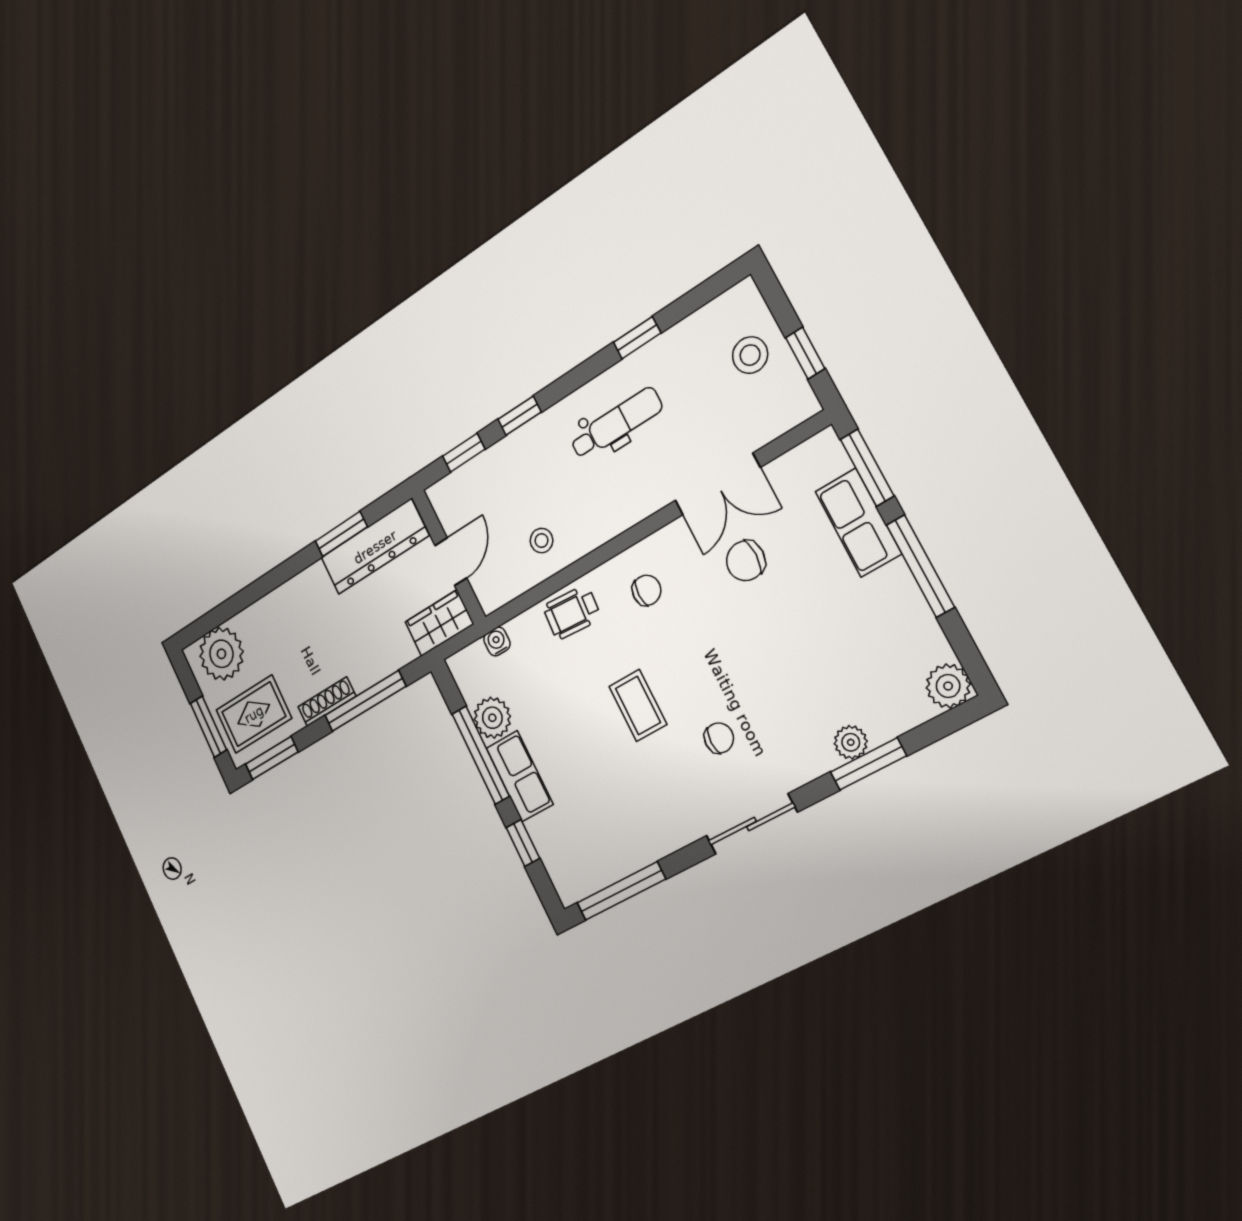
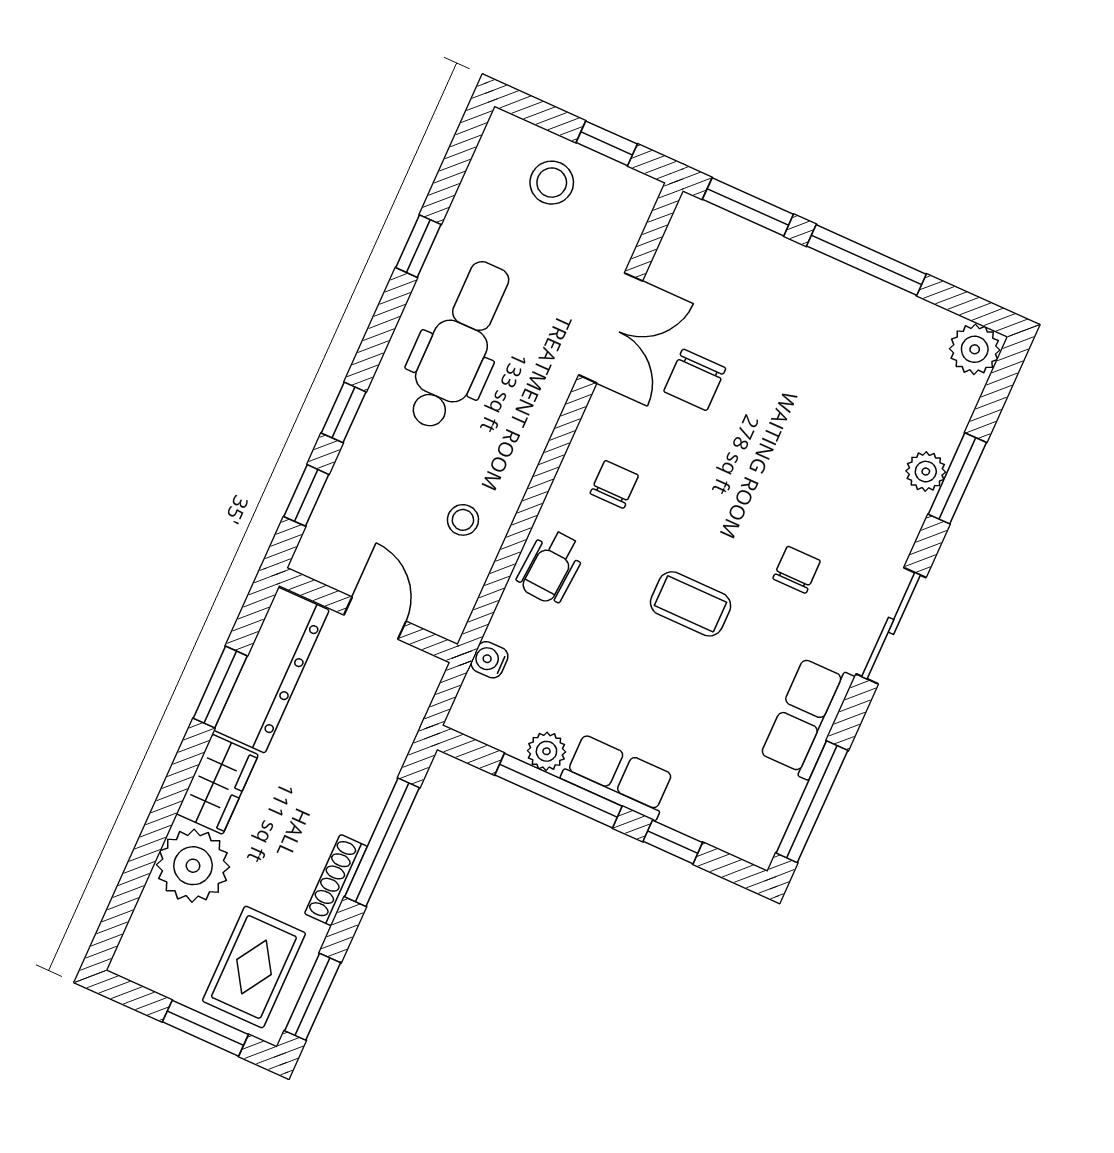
dental chair: (616, 424) -> (459, 345), width x1.36, depth x1.38
row of seats: (858, 523) -> (807, 717), moved, turned 90
wardrobe: (439, 623) -> (217, 784), moved, turned 180
plant: (221, 654) -> (193, 866), moved
plant: (492, 718) -> (546, 751), width x0.73, depth x0.73

